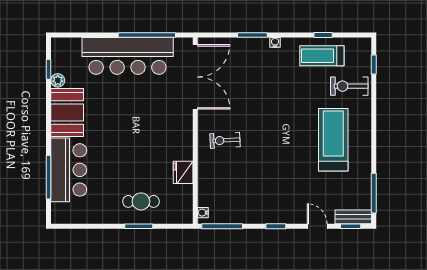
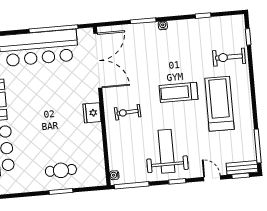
treadmill: (322, 56) -> (178, 92), moved
fridge: (183, 172) -> (92, 113), moved
weight bench: (266, 190) -> (166, 151), added

